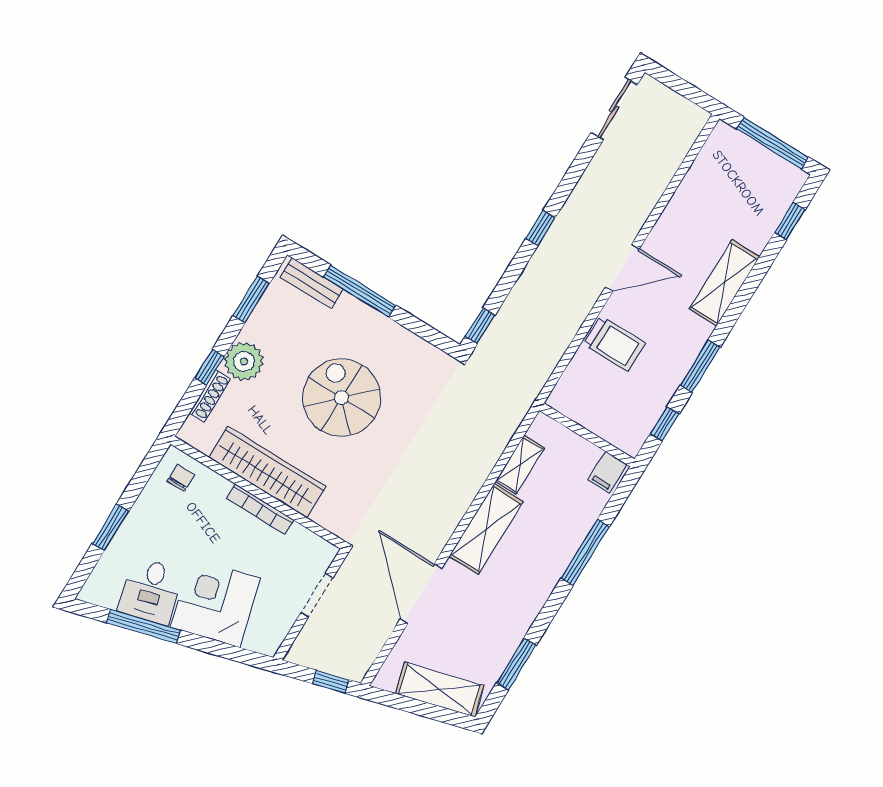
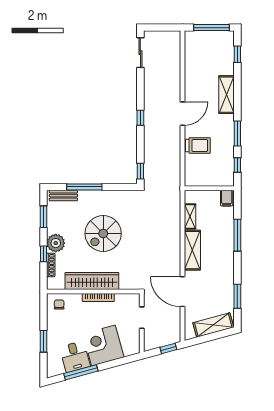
spiral stairs: (341, 398) -> (103, 234), turned -90

